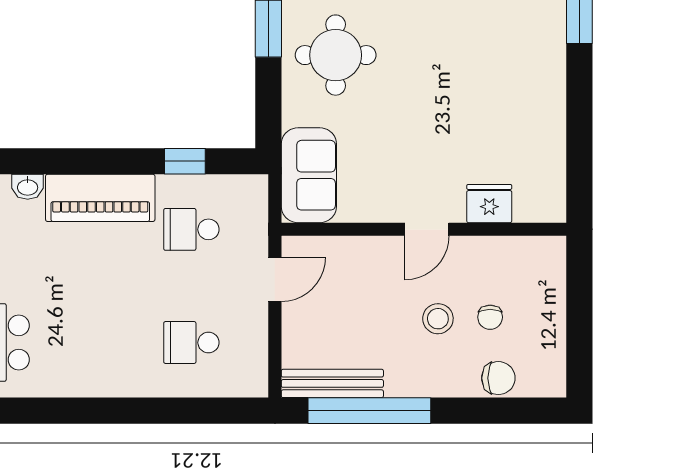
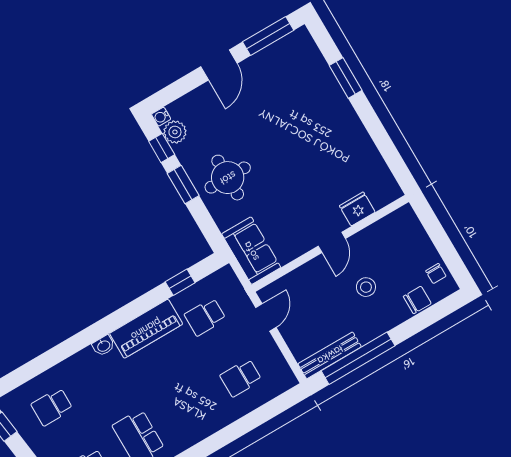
chair: (490, 317) -> (436, 274), moved

